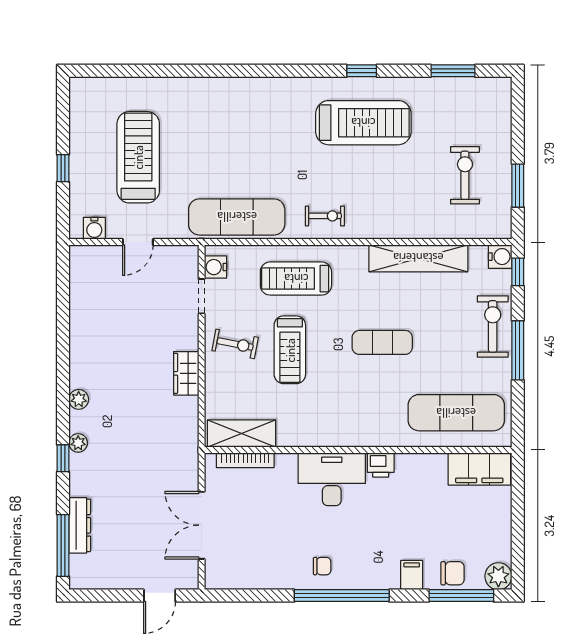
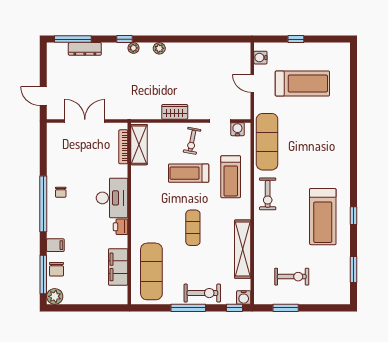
exercise bike: (325, 216) -> (268, 194), width x1.38, depth x1.39
treadmill: (296, 279) -> (231, 177), turned 180
filing cabinet: (479, 469) -> (118, 267), moved

